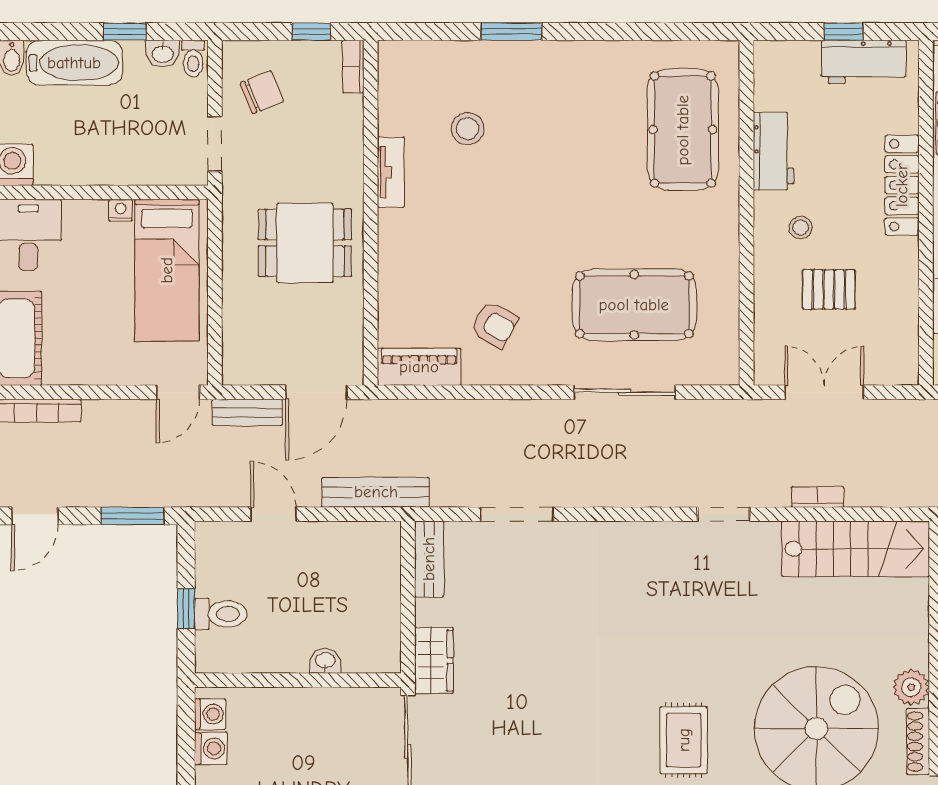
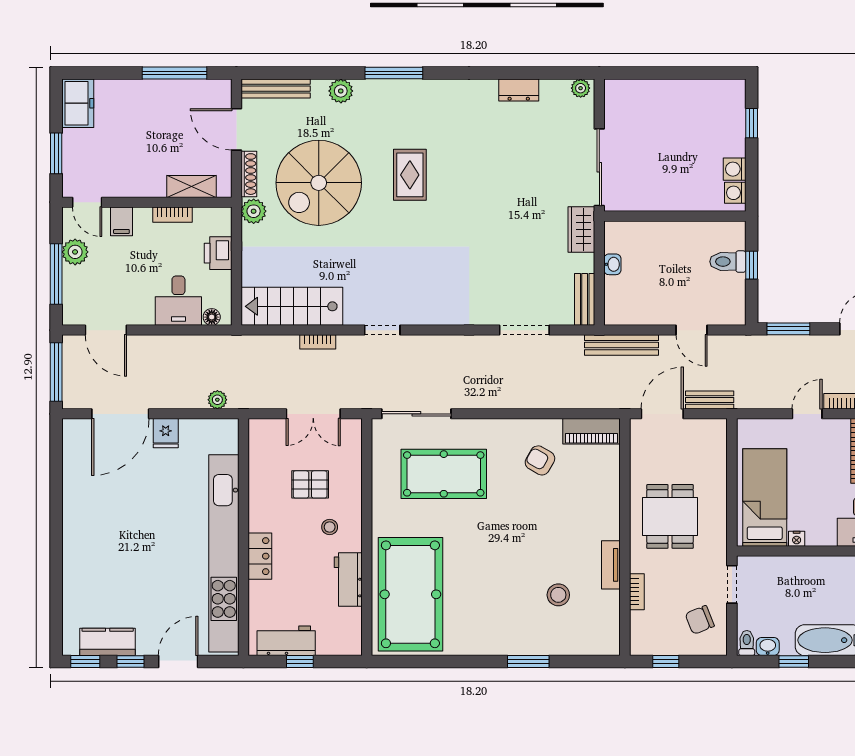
bookcase: (353, 67) -> (637, 592), moved
pool table: (683, 130) -> (410, 594), width x1.36, depth x1.32
locker: (902, 185) -> (260, 556), width x0.66
dining table: (305, 243) -> (670, 516), turned 90
door: (178, 392) -> (807, 414), moved
sliding door: (625, 392) -> (416, 414), moved
washbasin: (325, 661) -> (612, 264), moved, turned -90

